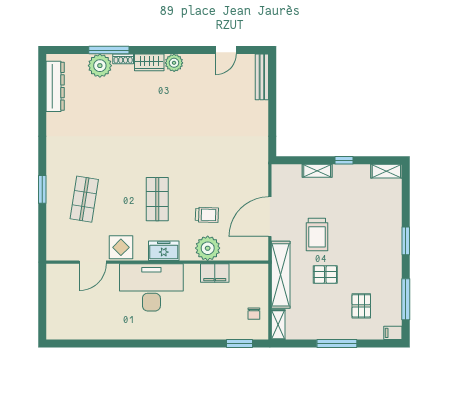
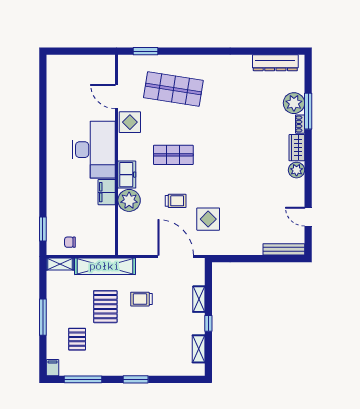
display table: (228, 161) -> (208, 219), added
shelving: (386, 171) -> (199, 349), moved
window: (42, 189) -> (146, 51), moved
shop shelf: (84, 199) -> (173, 89), width x1.43, depth x1.36
trolley: (207, 215) -> (176, 201), moved, turned -92
door: (270, 217) -> (176, 257), moved
trolley: (317, 235) -> (141, 299), width x0.73, depth x0.72
freezer: (164, 251) -> (127, 175), moved
filing cabinet: (215, 273) -> (107, 192), moved
pallet: (325, 275) -> (105, 307), width x1.50, depth x1.42
pallet: (361, 306) -> (77, 339), turned 90

